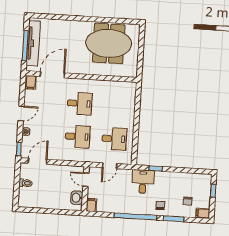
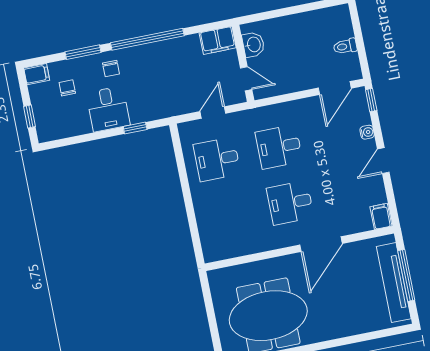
door: (52, 75) -> (321, 244), moved
desk: (143, 182) -> (108, 109), moved
filing cabinet: (91, 205) -> (218, 40), width x2.00

